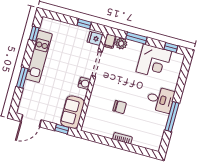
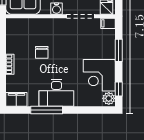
plant: (121, 44) -> (109, 98), moved
desk: (160, 100) -> (56, 93), width x1.37
filing cabinet: (155, 141) -> (16, 99), added

